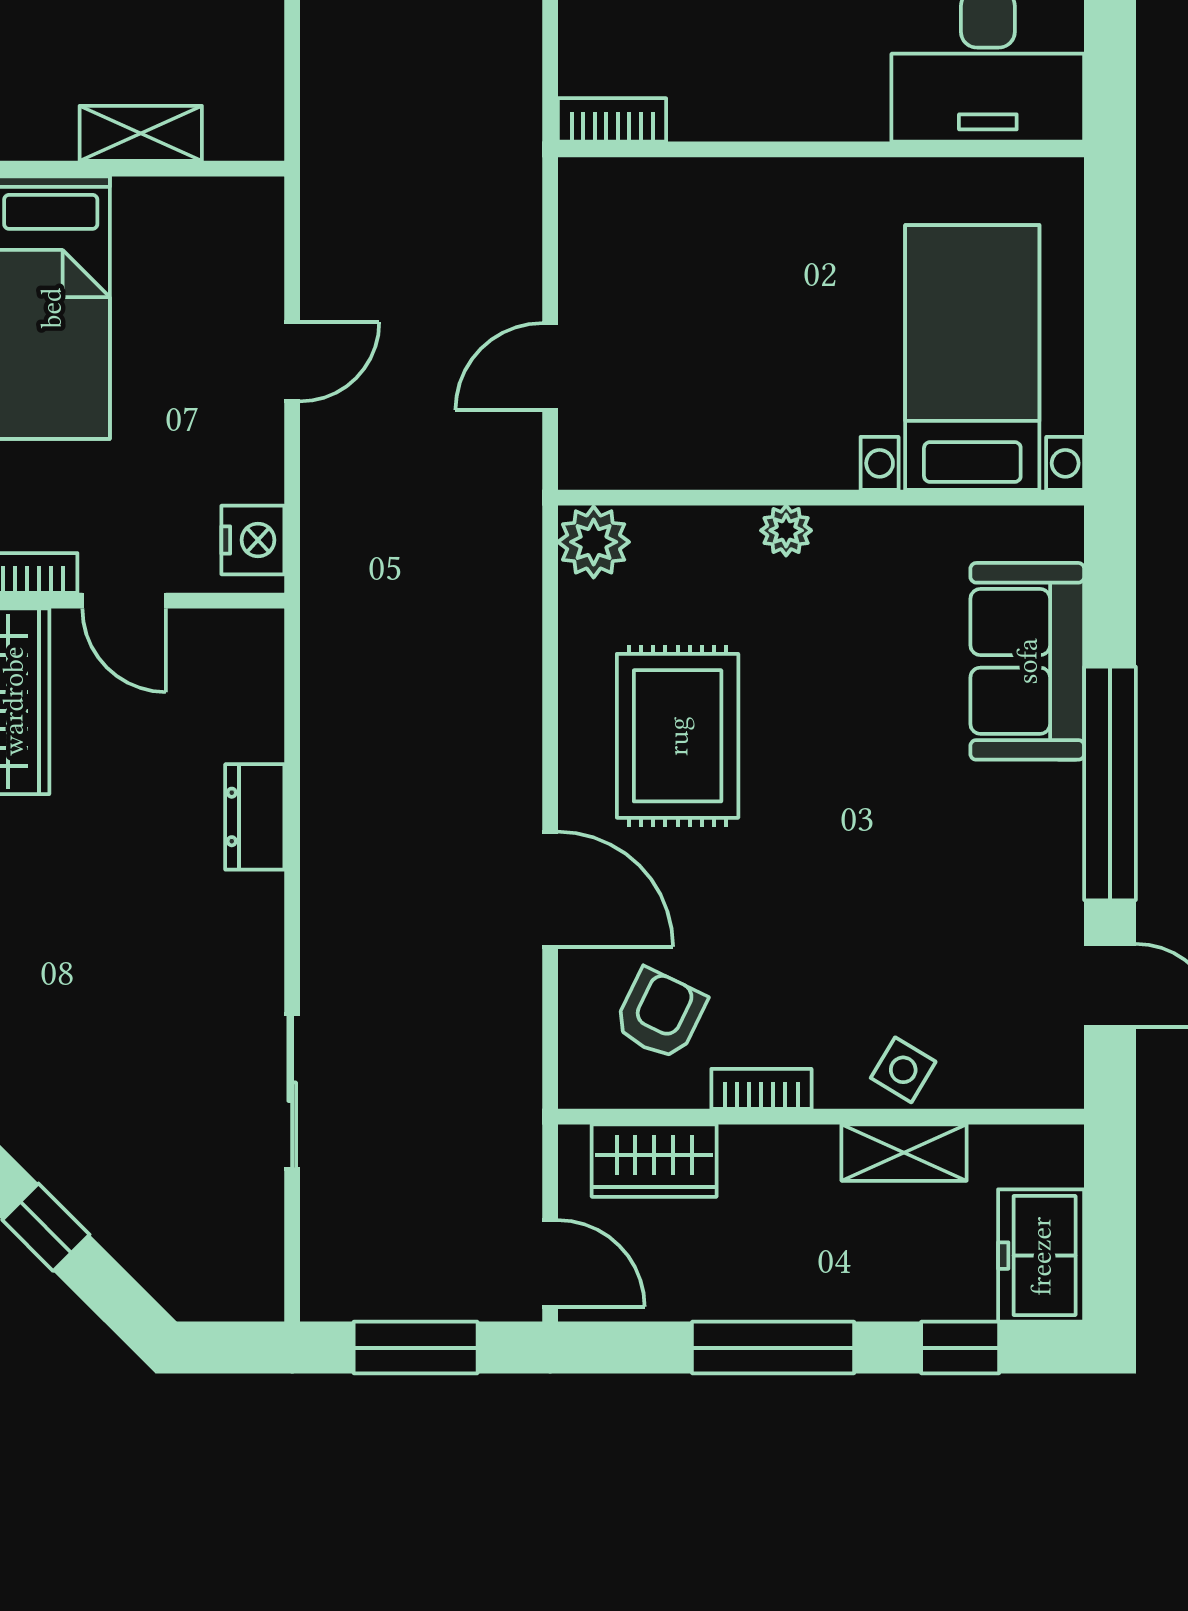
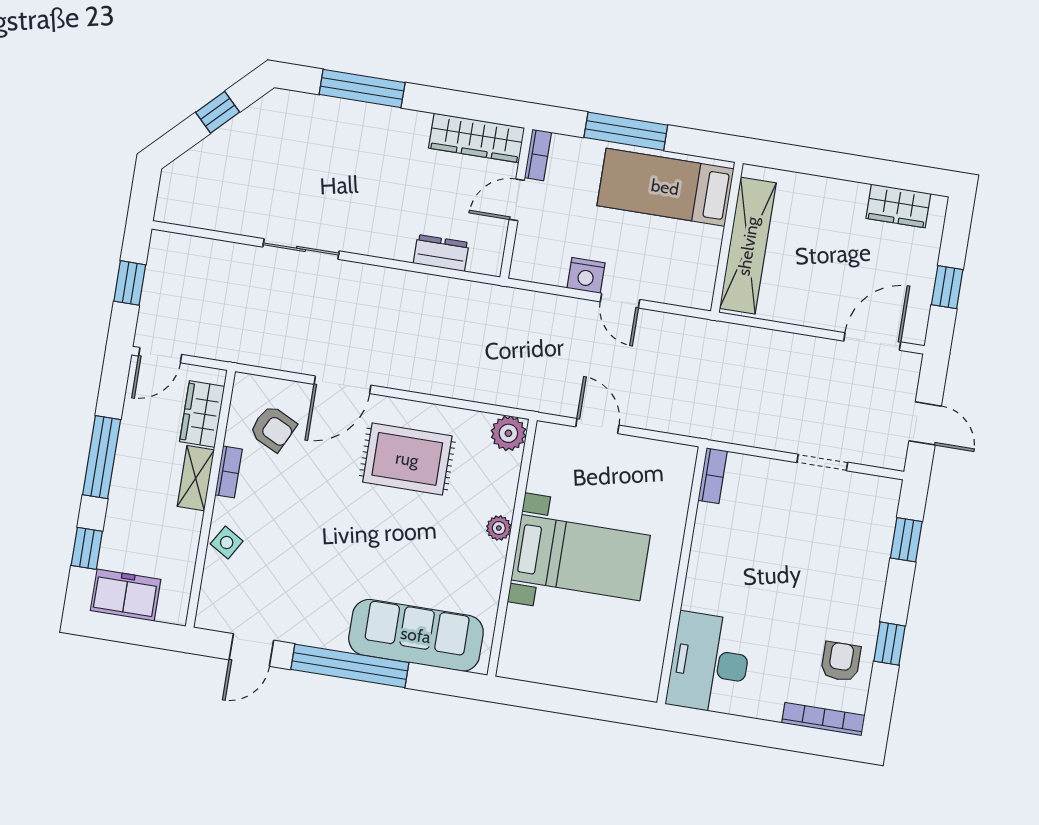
shelving: (141, 133) -> (748, 246), width x2.20, depth x1.33
bed with nightstands: (972, 357) -> (581, 558), moved
nightstand: (253, 540) -> (586, 275), moved
sofa: (1027, 661) -> (416, 635), width x1.36
dresser: (255, 817) -> (441, 253), moved
sliding door: (292, 1092) -> (301, 249), moved
shelving: (904, 1153) -> (196, 478), moved
window: (416, 1348) -> (130, 283), width x0.67

